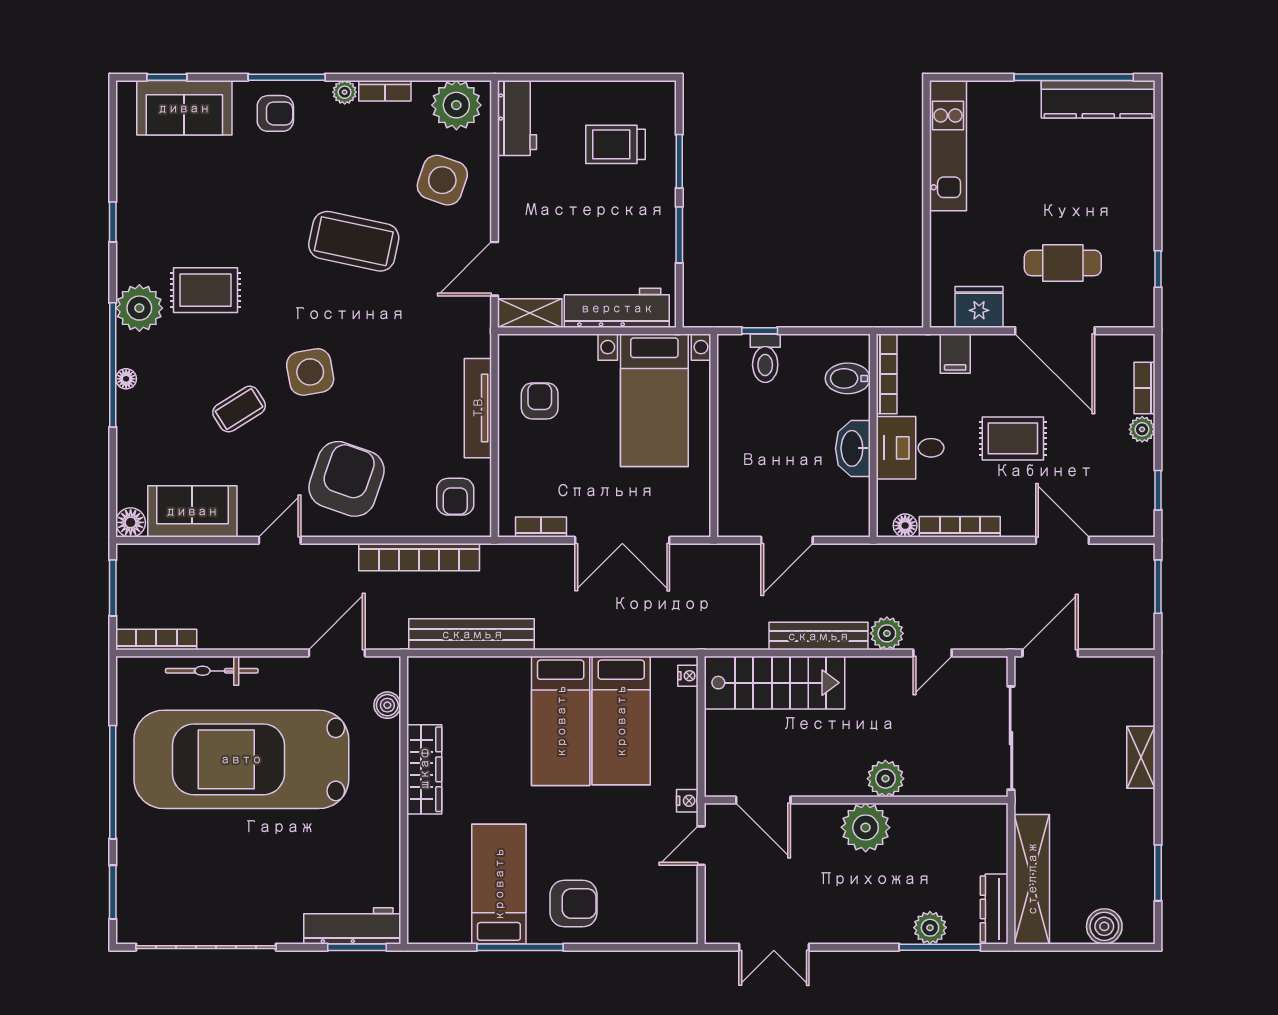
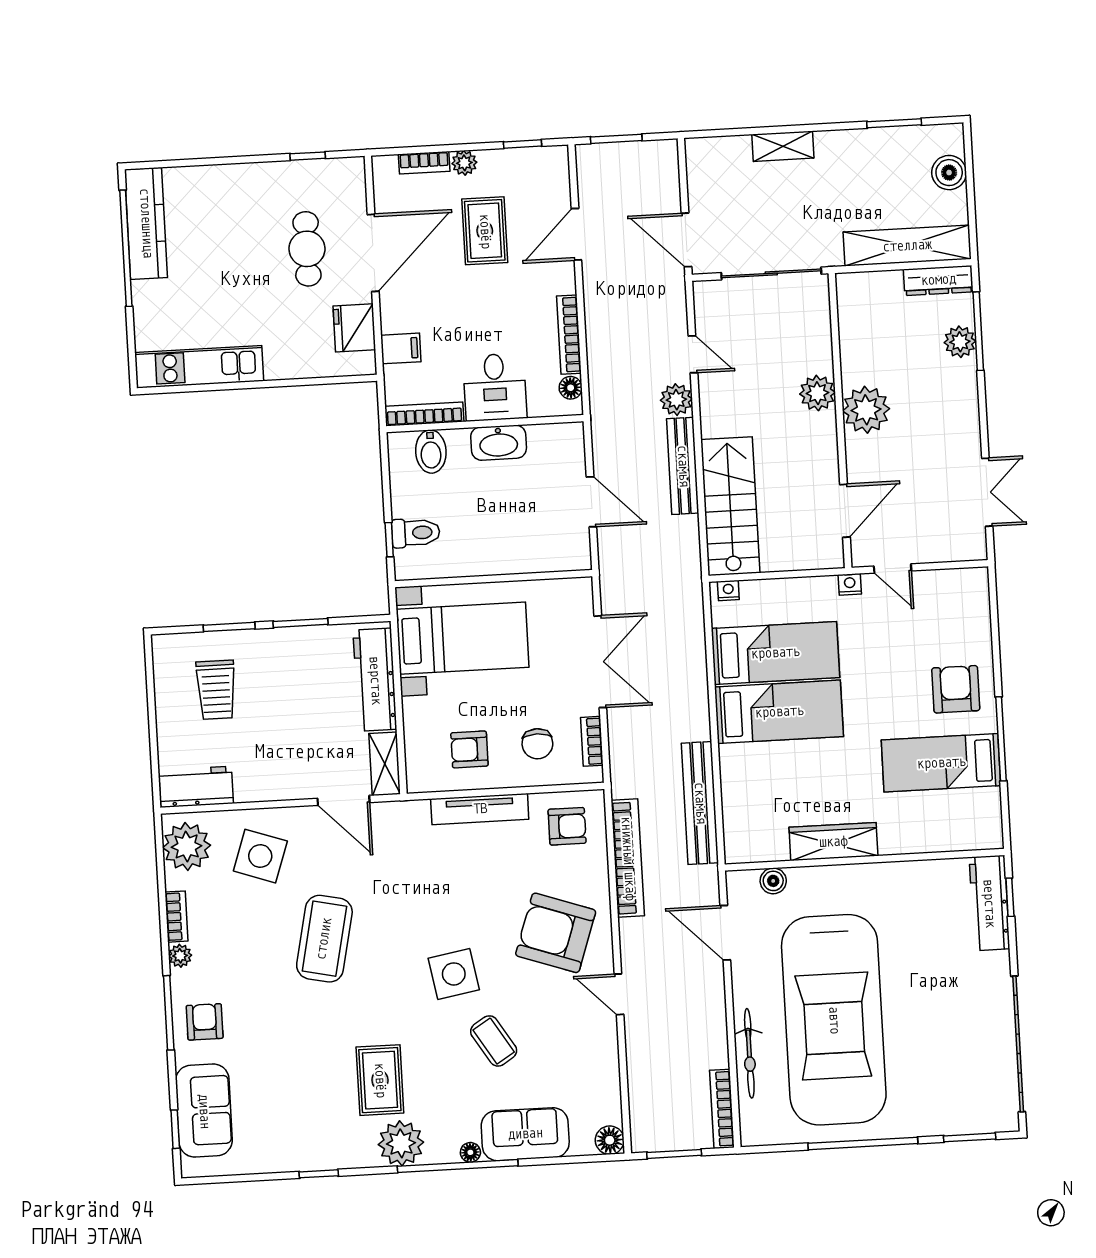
rug: (1013, 438) -> (485, 231), moved
chair: (542, 471) -> (537, 744), added
sofa: (192, 511) -> (525, 1134), moved, turned 90
window: (357, 947) -> (1010, 897), width x0.67

